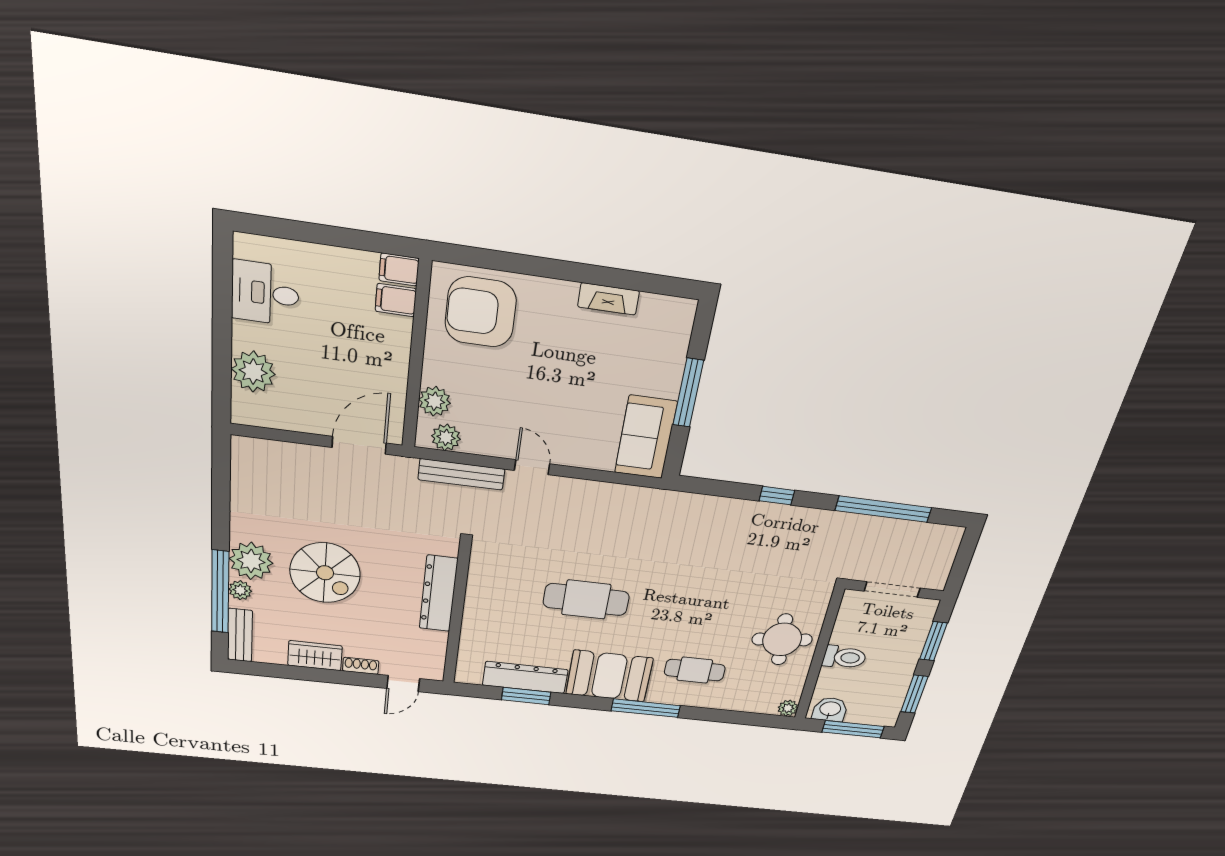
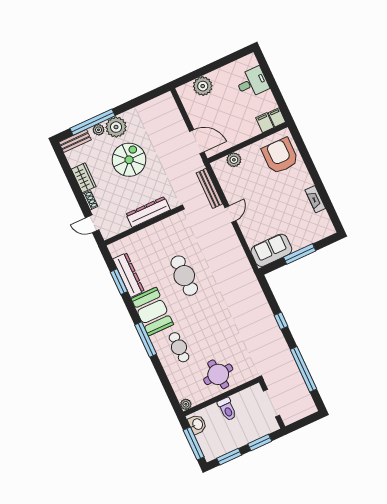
desk: (265, 293) -> (252, 83), moved, turned 90
plant: (446, 437) -> (222, 173), removed
spiral stairs: (325, 573) -> (129, 160), turned 180

